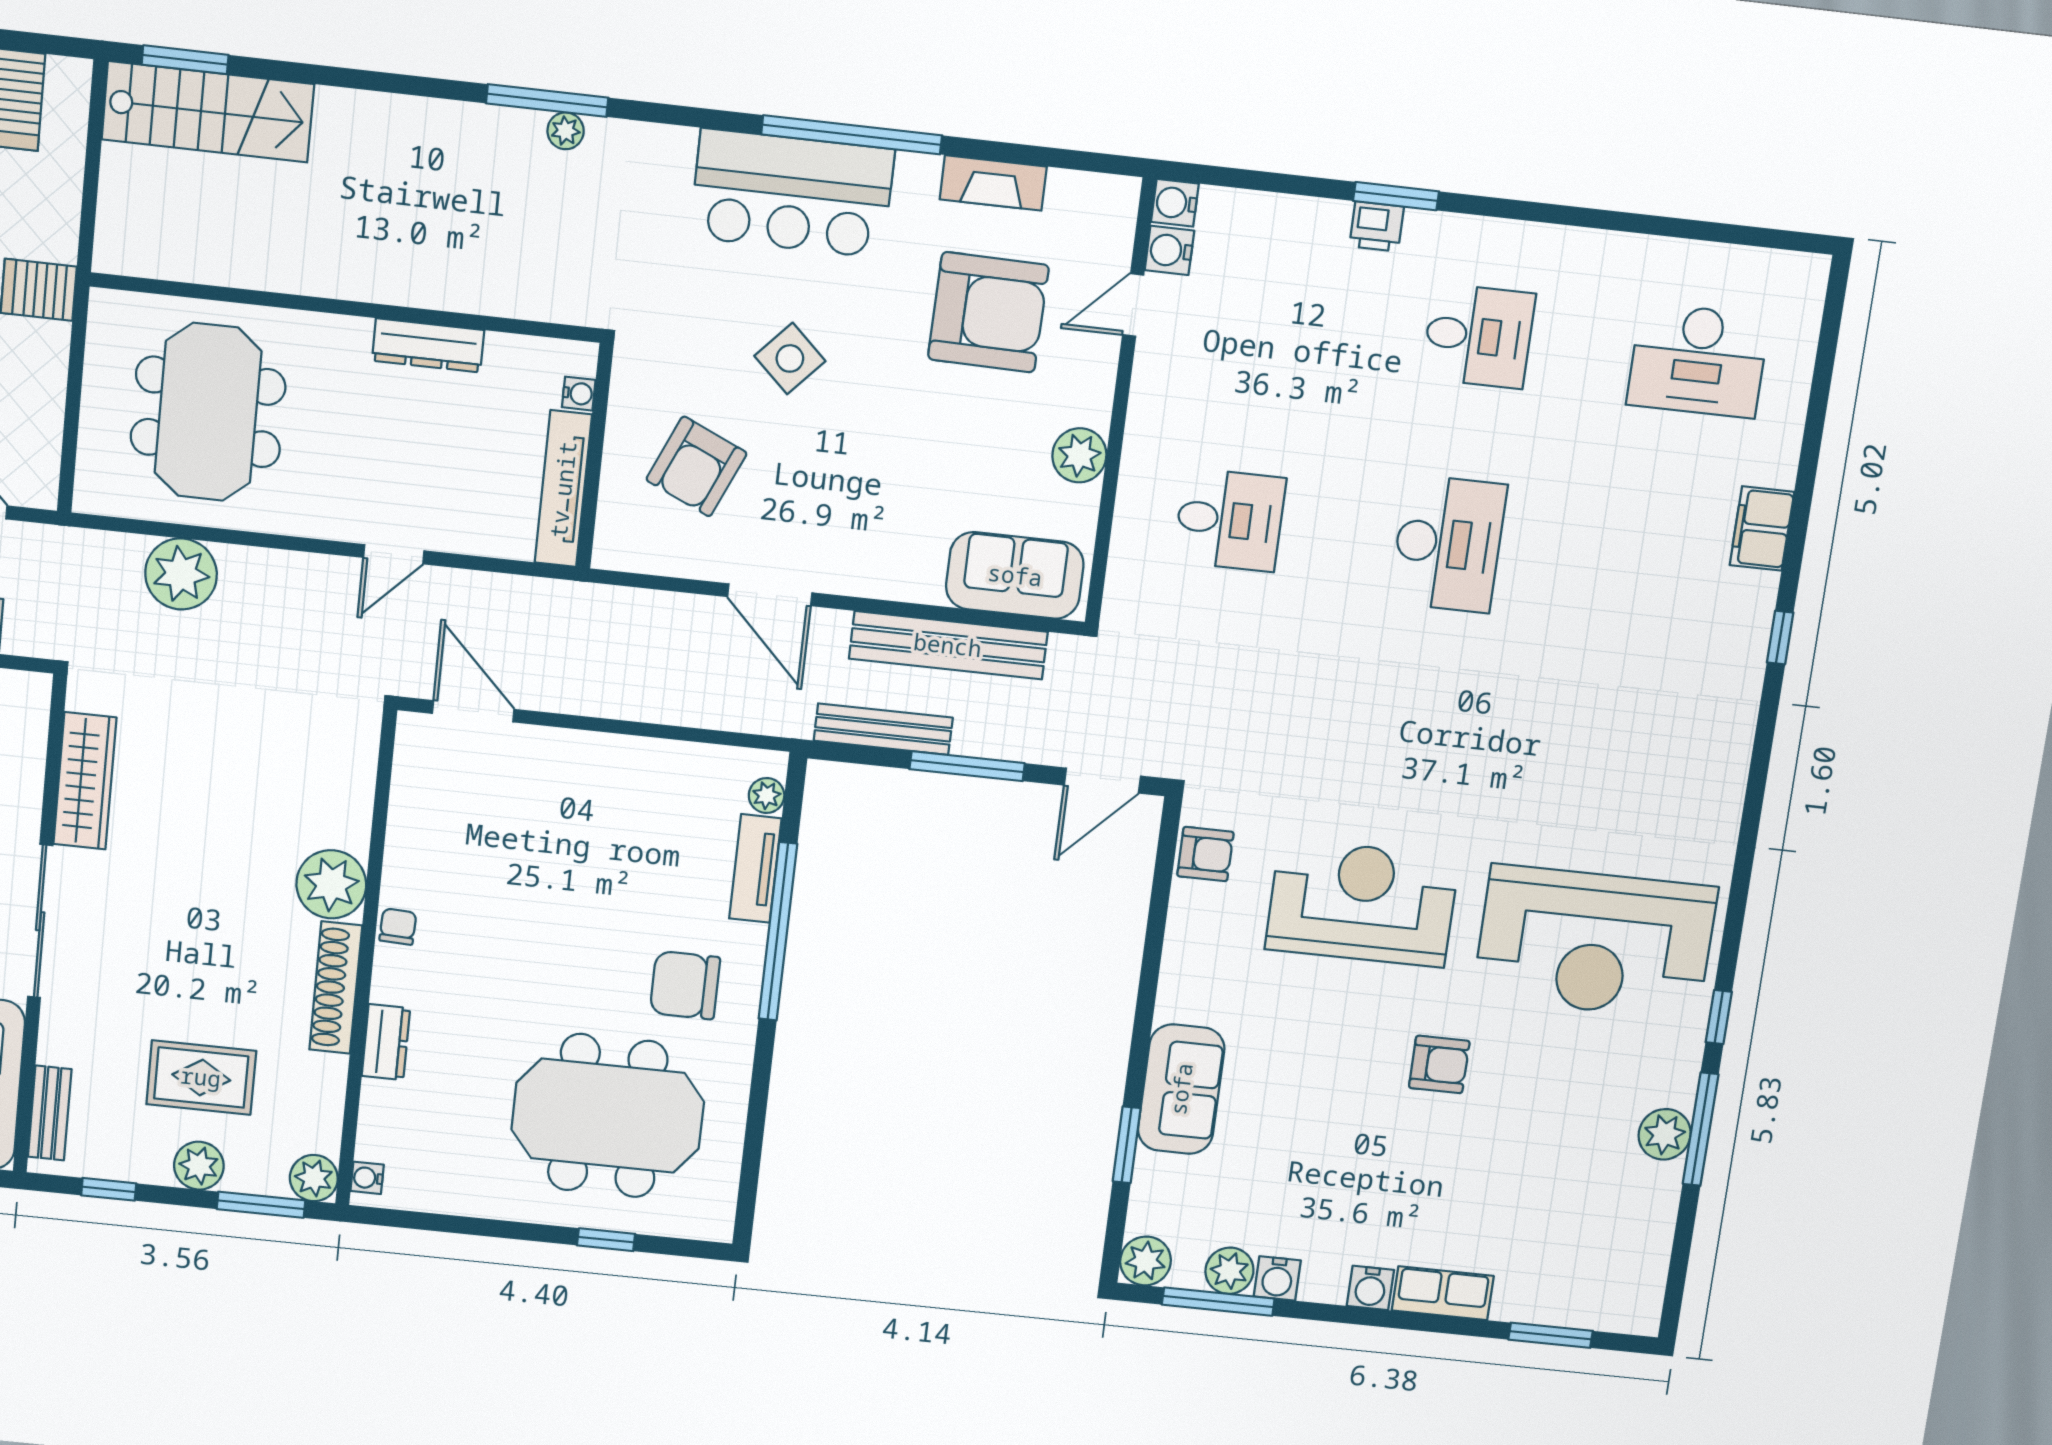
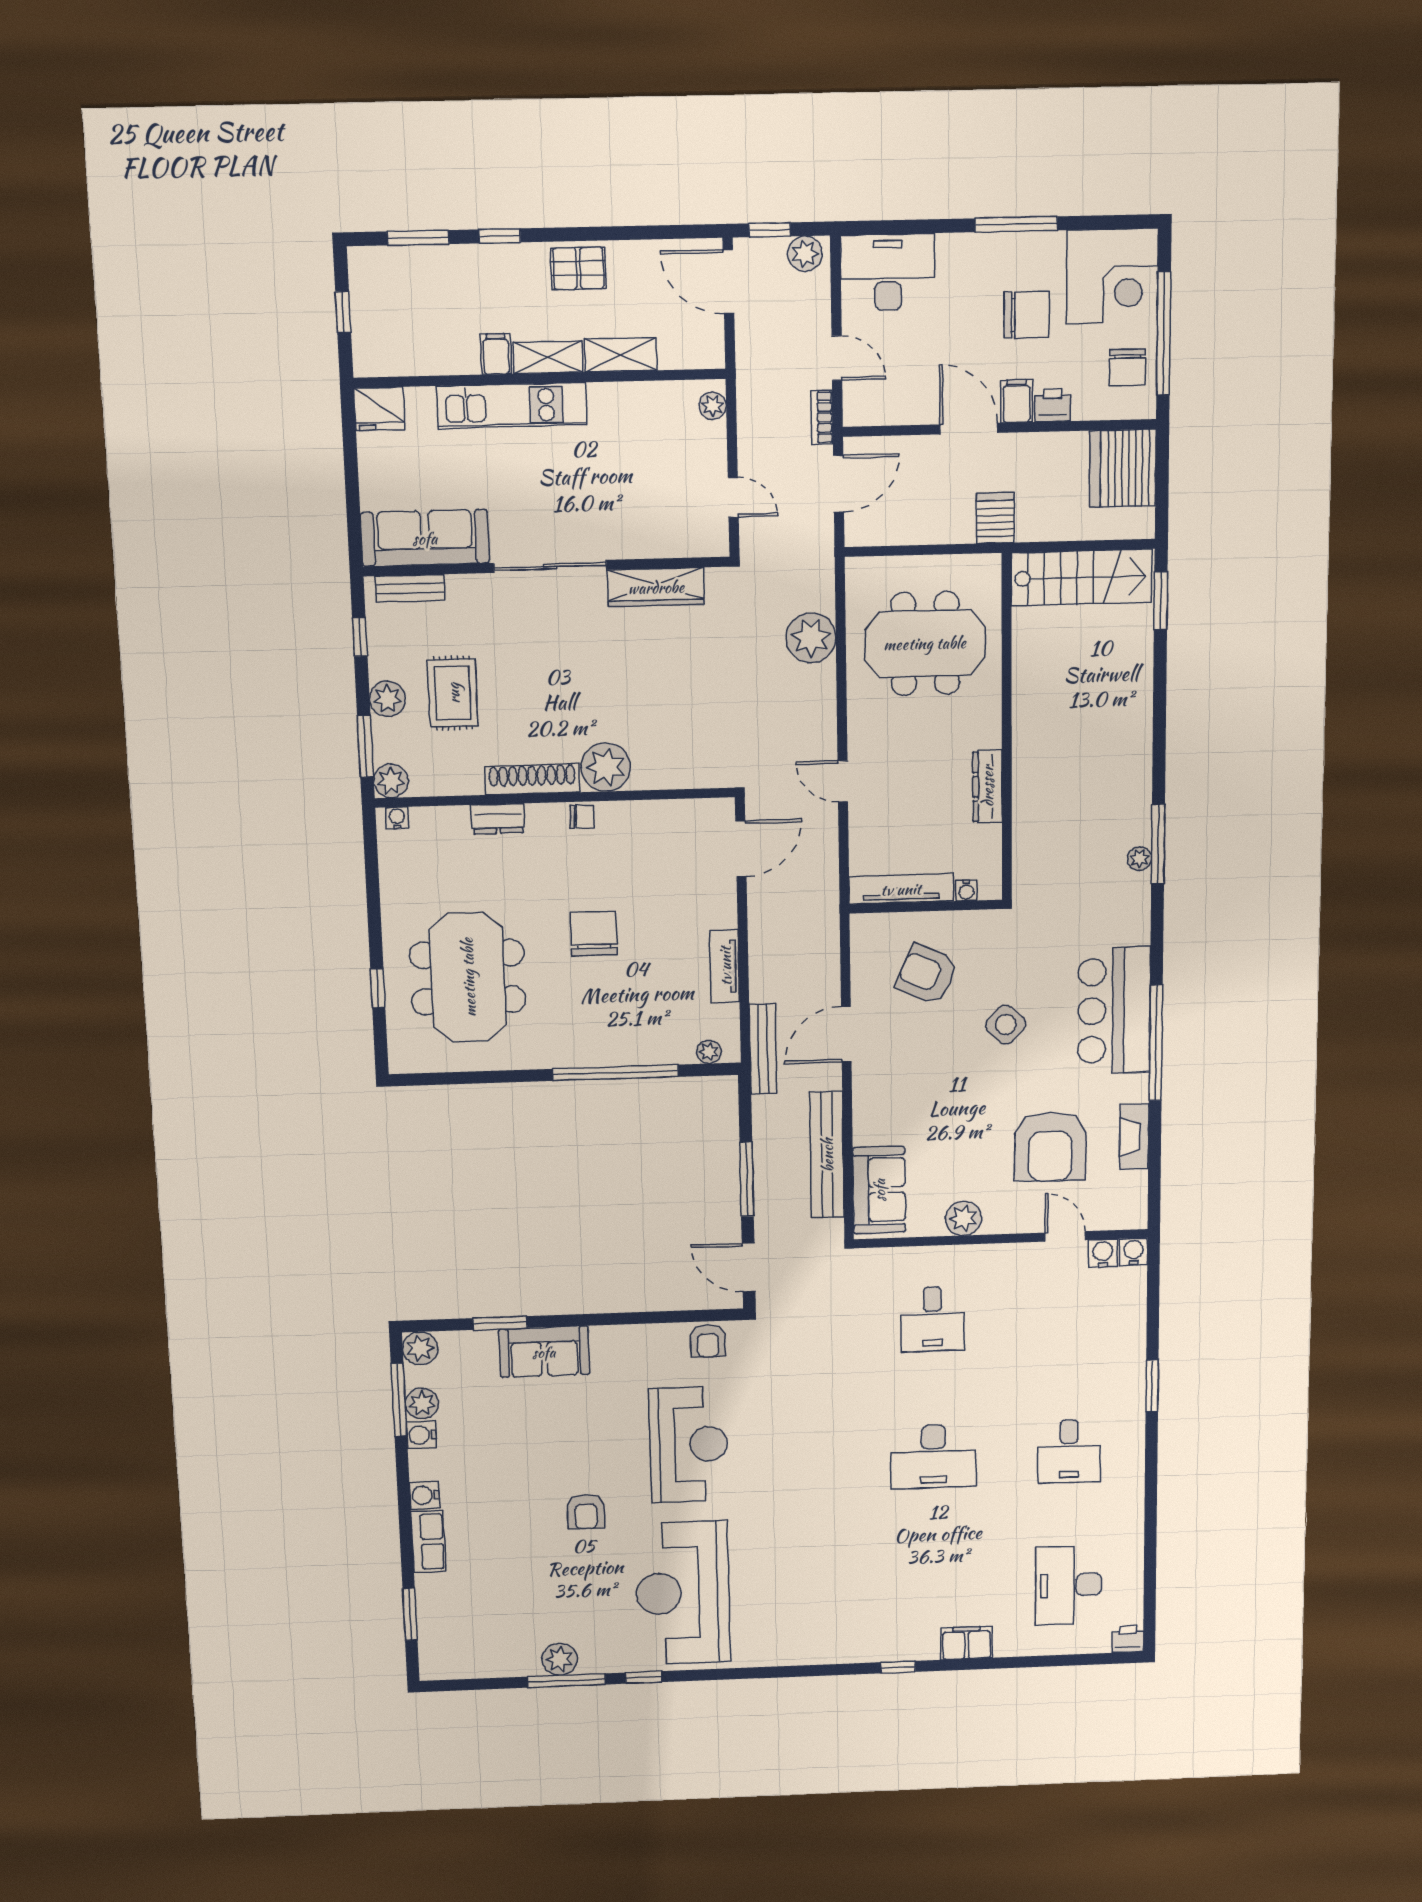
stairs: (208, 112) -> (1082, 577), moved, turned -90
printer: (1377, 227) -> (1128, 1639), moved, turned 90
bench: (883, 729) -> (763, 1049), moved
tv unit: (755, 868) -> (725, 966), moved, turned -90
chair: (685, 985) -> (594, 933), moved

